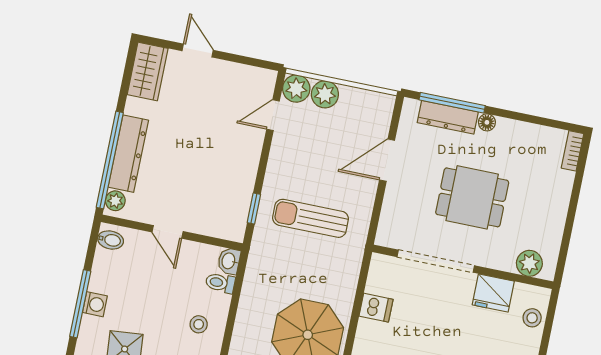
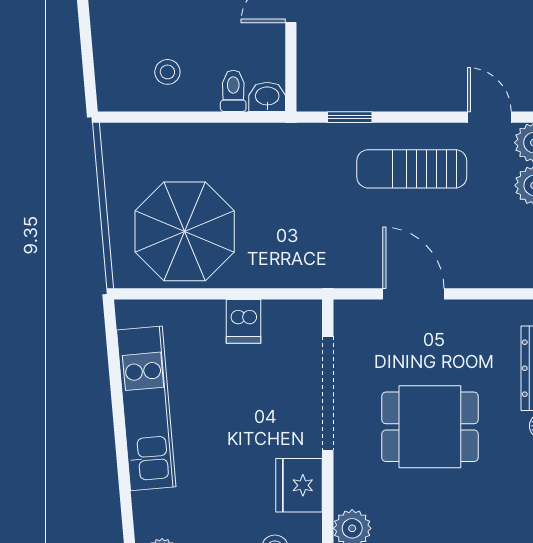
door: (387, 160) -> (413, 294), moved
dining table: (472, 197) -> (430, 427), turned 90
sun lounger: (310, 218) -> (412, 169), moved, turned -90

